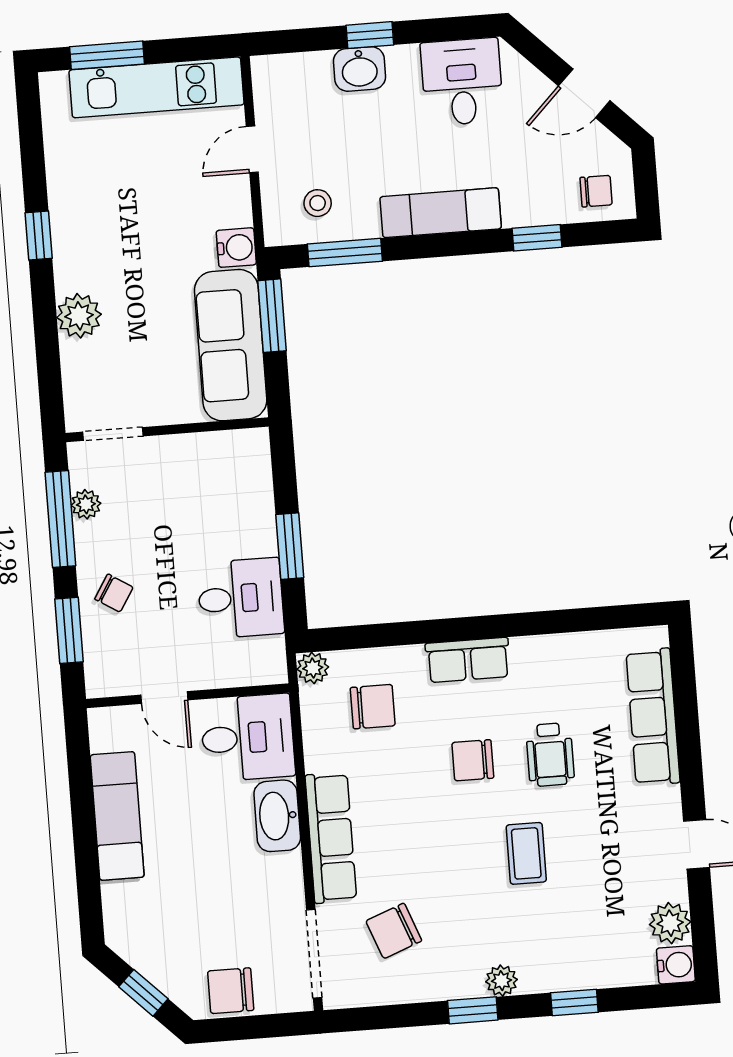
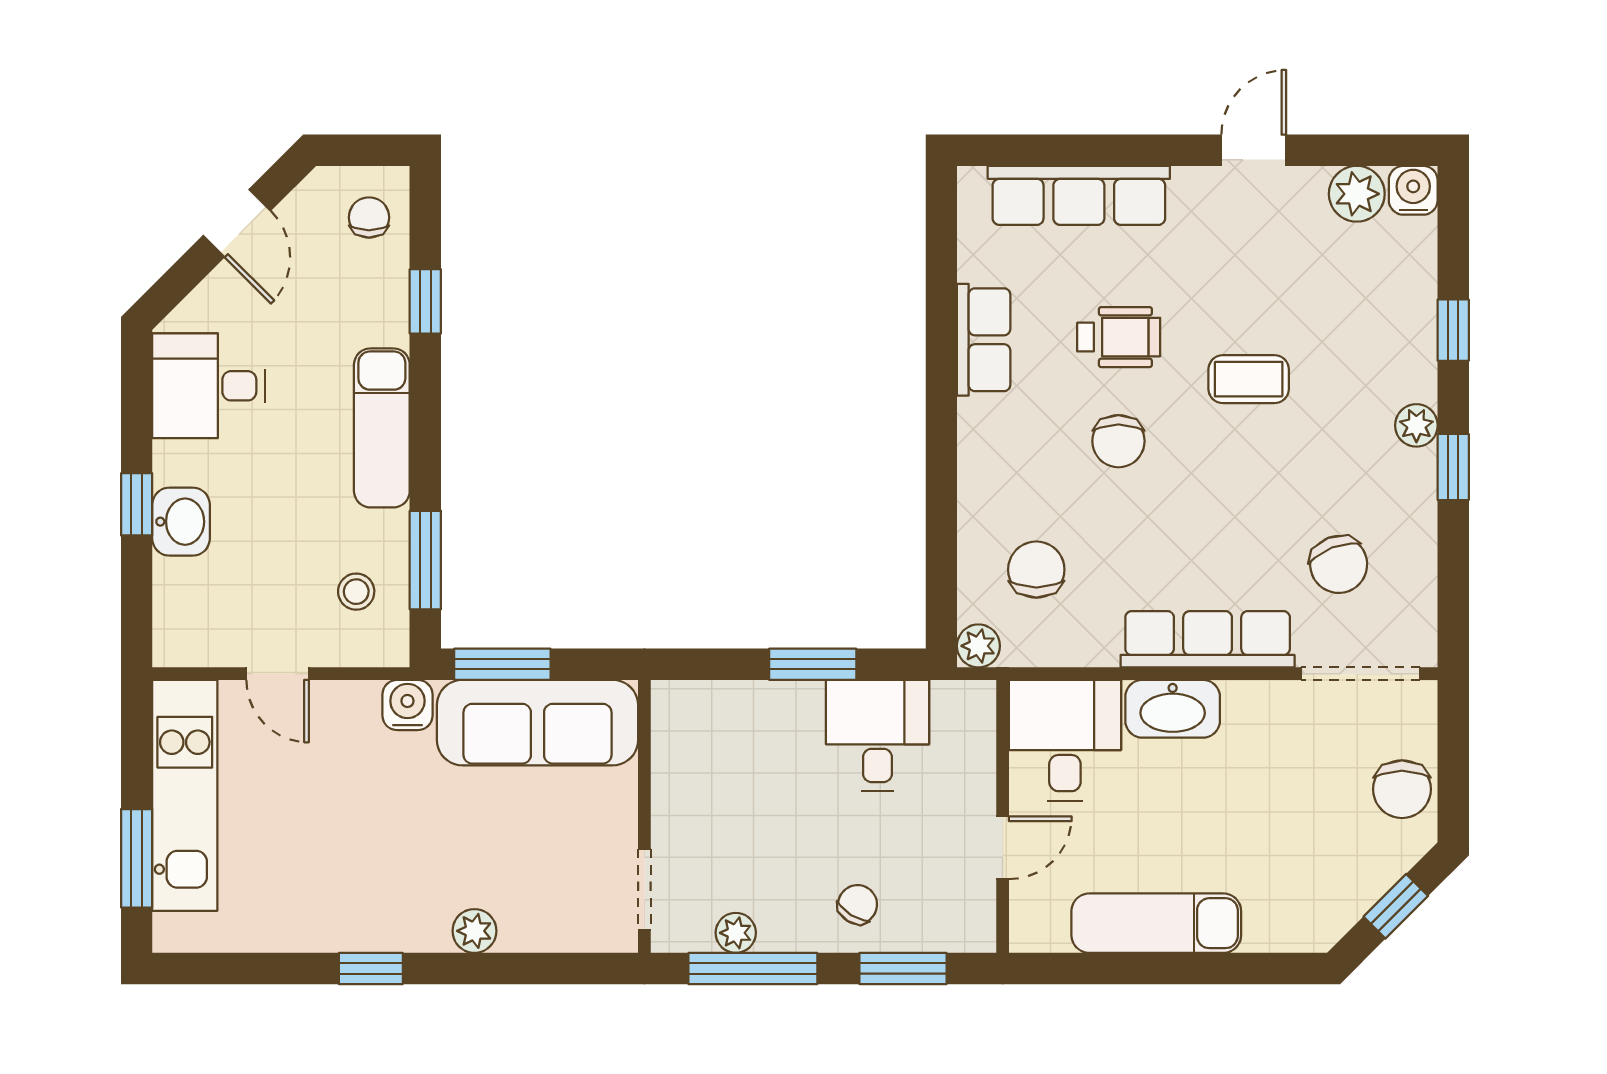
plant: (79, 316) -> (474, 931), width x0.73, depth x0.73
row of seats: (468, 660) -> (984, 340), moved

